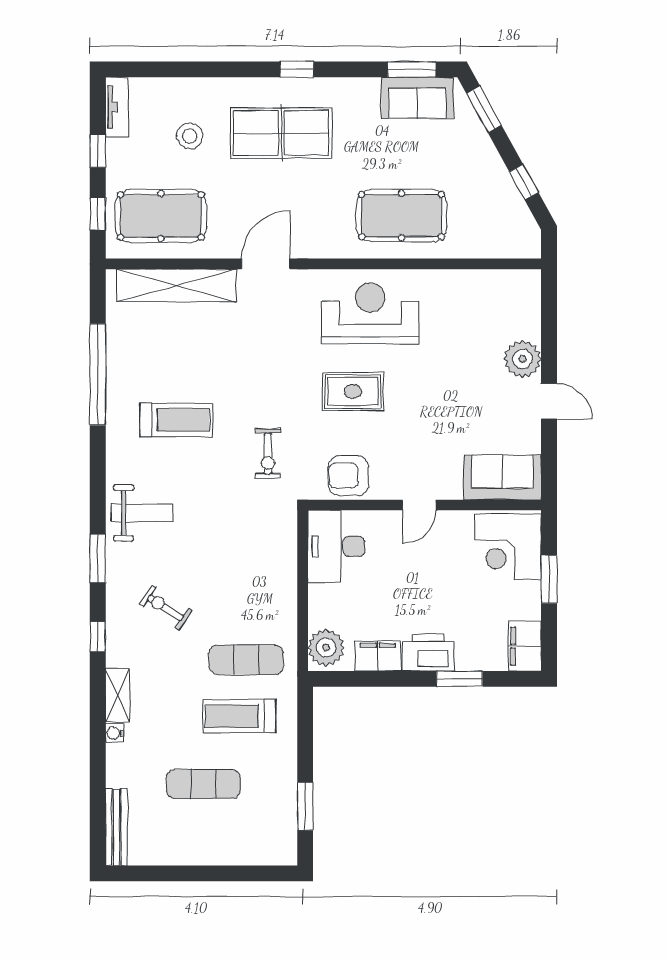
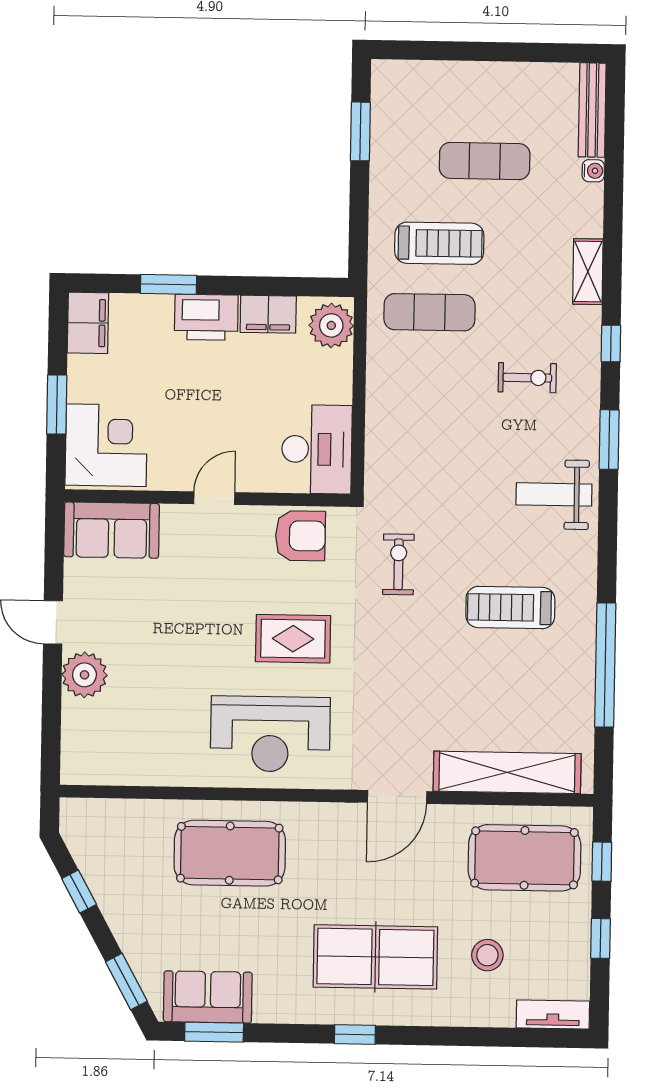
tv unit: (117, 107) -> (553, 1015), moved, turned 90
exercise bike: (165, 608) -> (527, 378), turned -33
water cooler: (115, 733) -> (593, 171), moved

